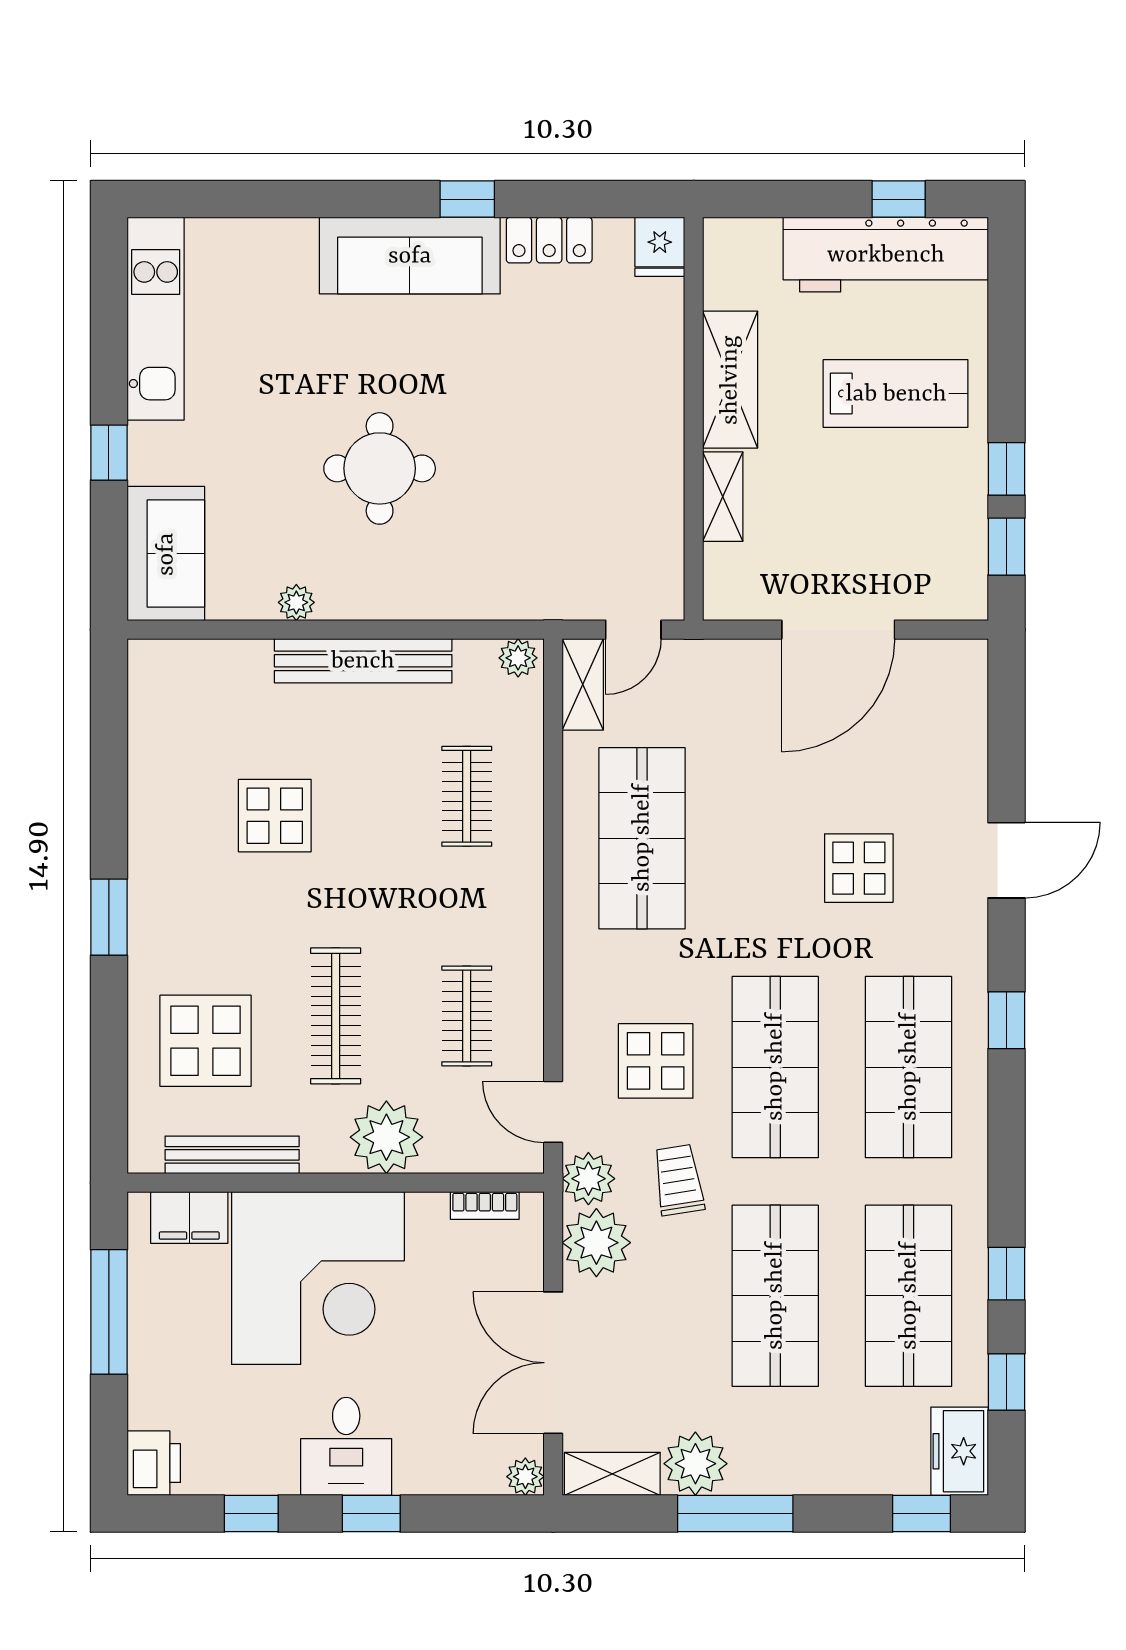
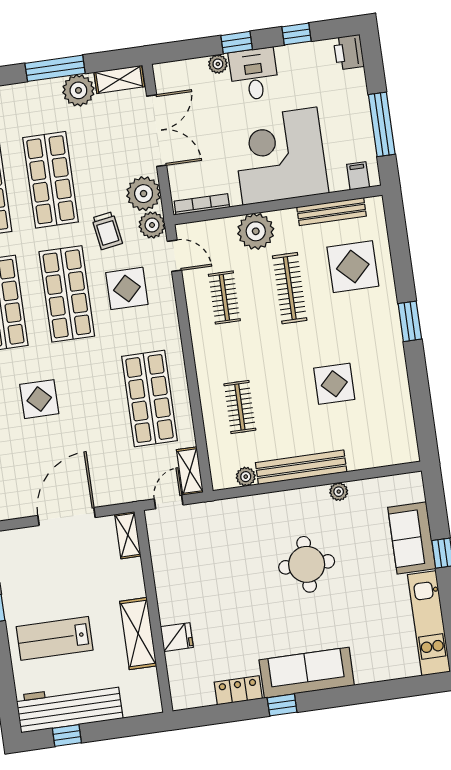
fridge: (660, 247) -> (177, 637), moved, turned 90
shelving: (723, 497) -> (128, 535), moved
sofa: (166, 554) -> (412, 538), moved
plant: (518, 658) -> (246, 477), moved
bookcase: (485, 1205) -> (202, 204), width x1.56
filing cabinet: (189, 1218) -> (358, 176), width x0.50
plant: (525, 1477) -> (218, 64), moved

